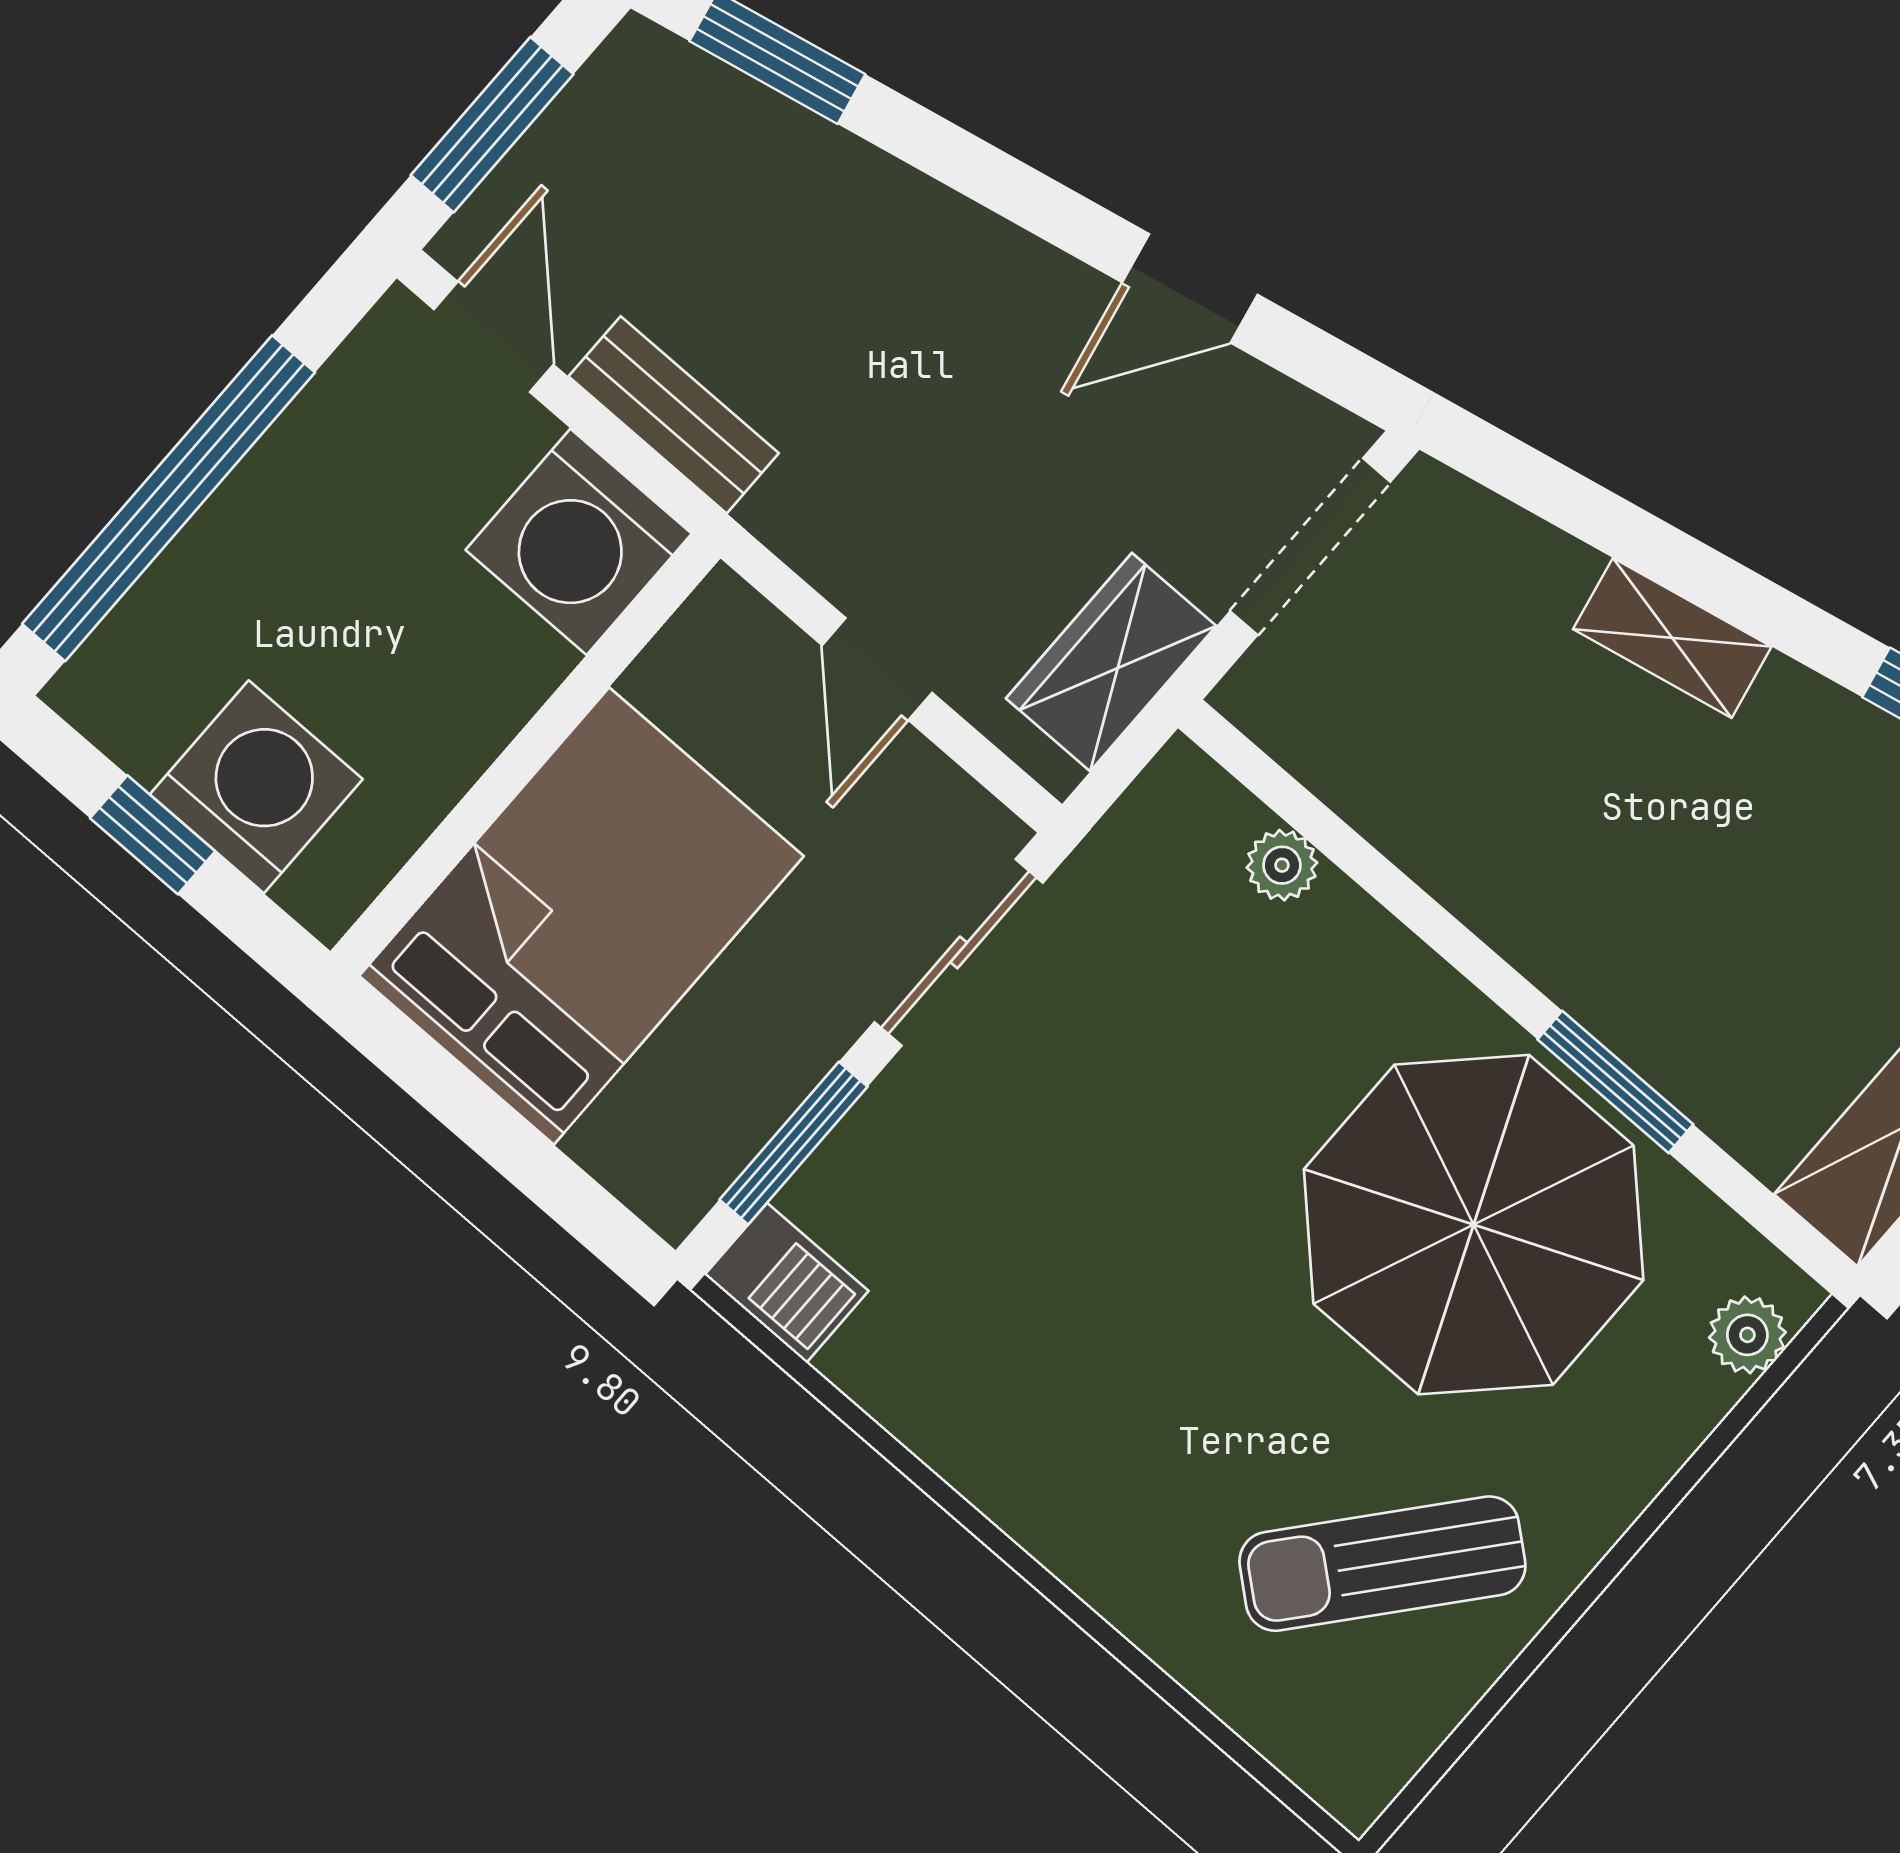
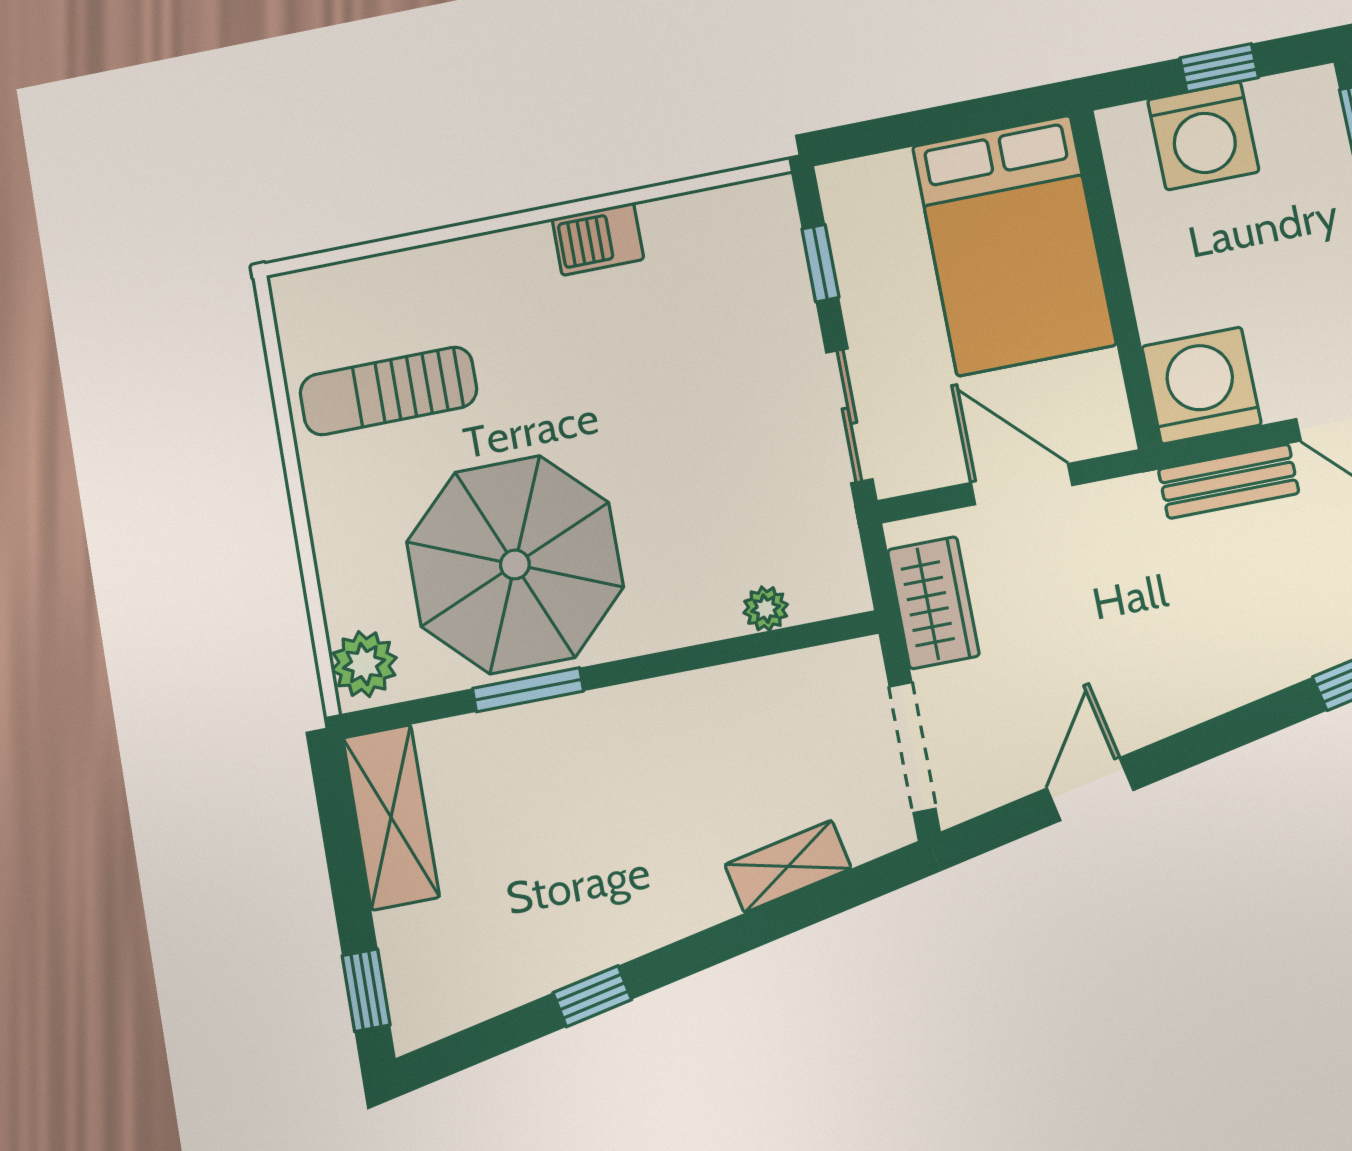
shelving: (1672, 638) -> (788, 866), moved
door: (877, 669) -> (1022, 484), width x1.37
window: (793, 1143) -> (820, 263), width x0.67
barbecue: (787, 1283) -> (598, 239), moved
plant: (1747, 1335) -> (364, 664), width x1.38, depth x1.38
sun lounger: (1382, 1564) -> (388, 391), turned -130

